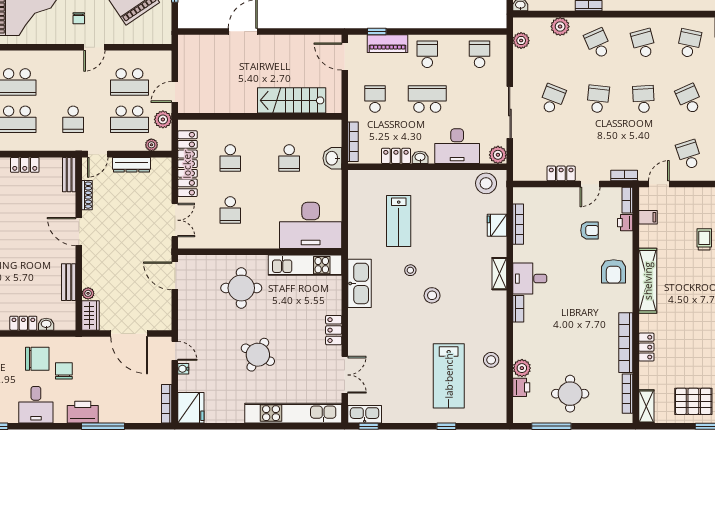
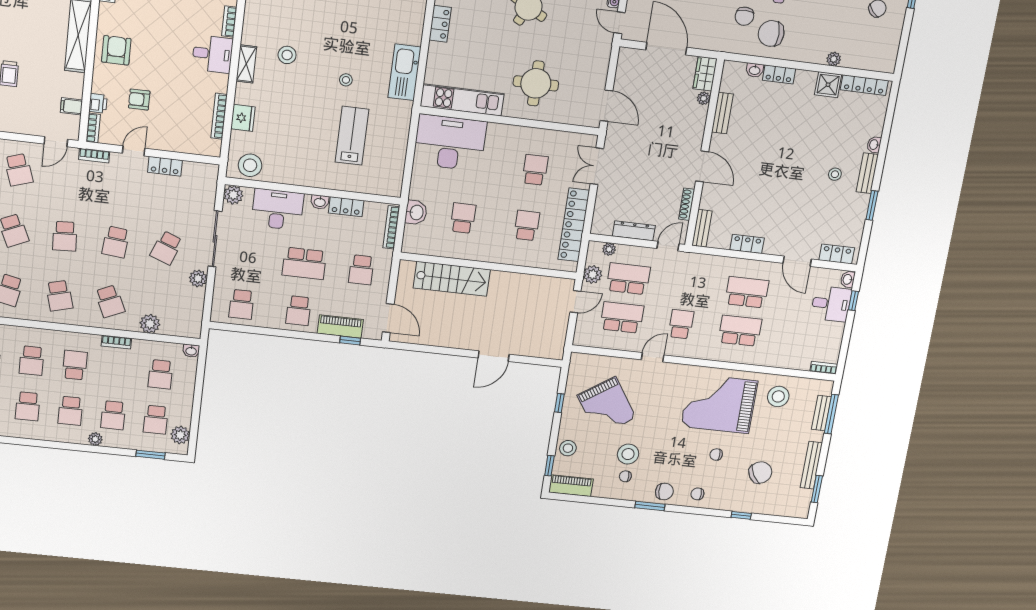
chair: (79, 18) -> (664, 388), removed
plant: (521, 41) -> (198, 278), moved
school desk: (73, 119) -> (681, 324), moved
stool: (432, 295) -> (287, 55), moved

